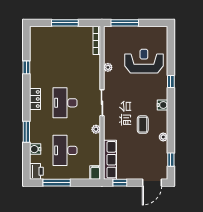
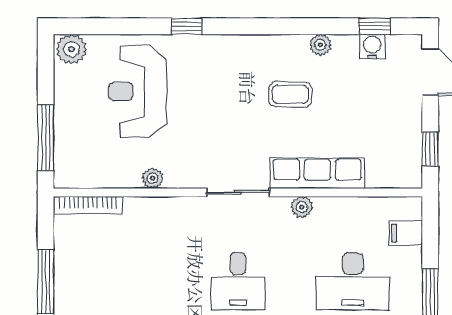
plant: (161, 34) -> (72, 49), added
desk: (65, 103) -> (238, 281), width x0.73
water cooler: (162, 105) -> (372, 47), moved
row of seats: (110, 160) -> (317, 173), moved
filing cabinet: (95, 172) -> (406, 233), moved

